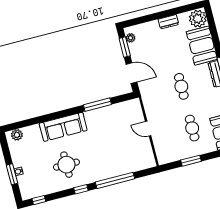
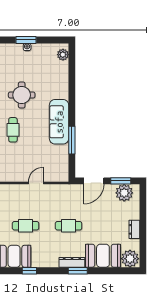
plant: (131, 38) -> (124, 193), width x1.88, depth x1.88
sofa: (63, 127) -> (59, 122), moved
cafe table: (102, 164) -> (13, 130), added

